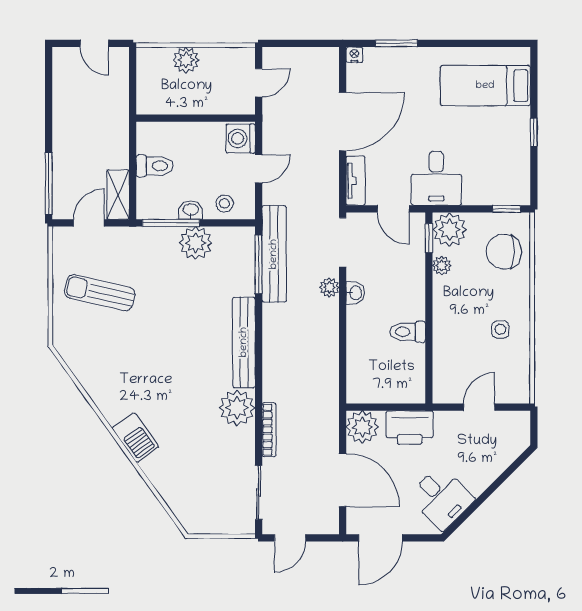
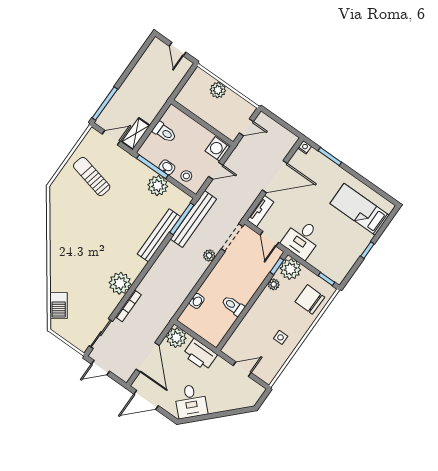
washbasin: (355, 293) -> (197, 301), moved
bench: (244, 342) -> (159, 235), moved
barbecue: (135, 437) -> (59, 306), moved

